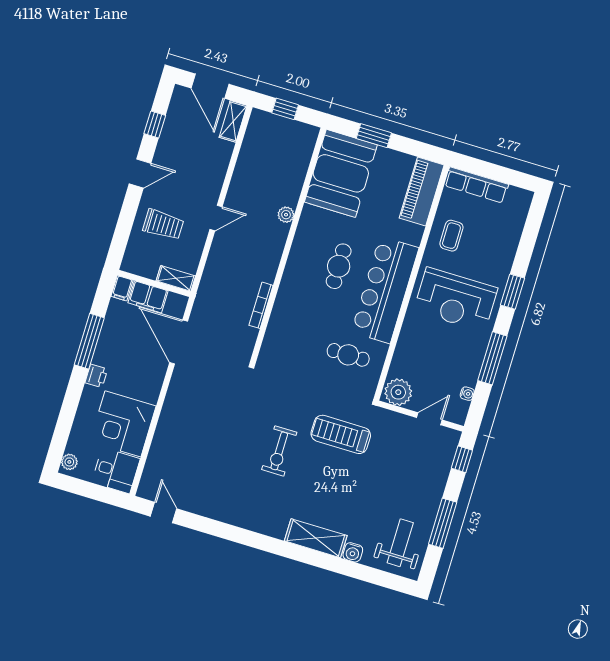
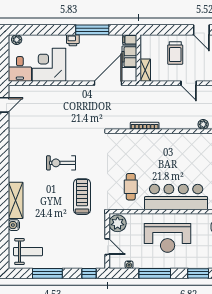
cafe table: (339, 266) -> (182, 165), removed
reception desk: (456, 300) -> (168, 238), moved, turned -90

